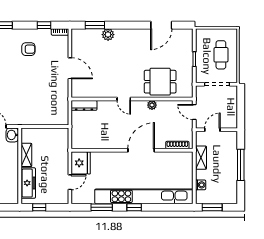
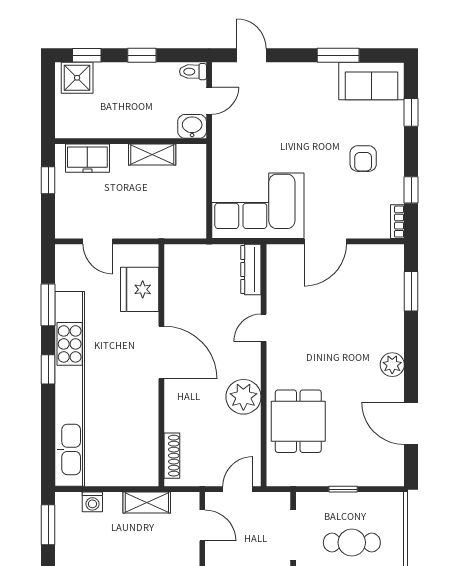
plant: (108, 35) -> (392, 365), moved
door: (124, 99) -> (264, 328), moved
corner sofa: (52, 102) -> (258, 206), added
plant: (152, 105) -> (243, 397), width x1.88, depth x1.88
door: (141, 150) -> (161, 352), moved
fridge: (81, 163) -> (140, 289), moved, turned 90
freezer: (28, 183) -> (87, 158), width x0.71

